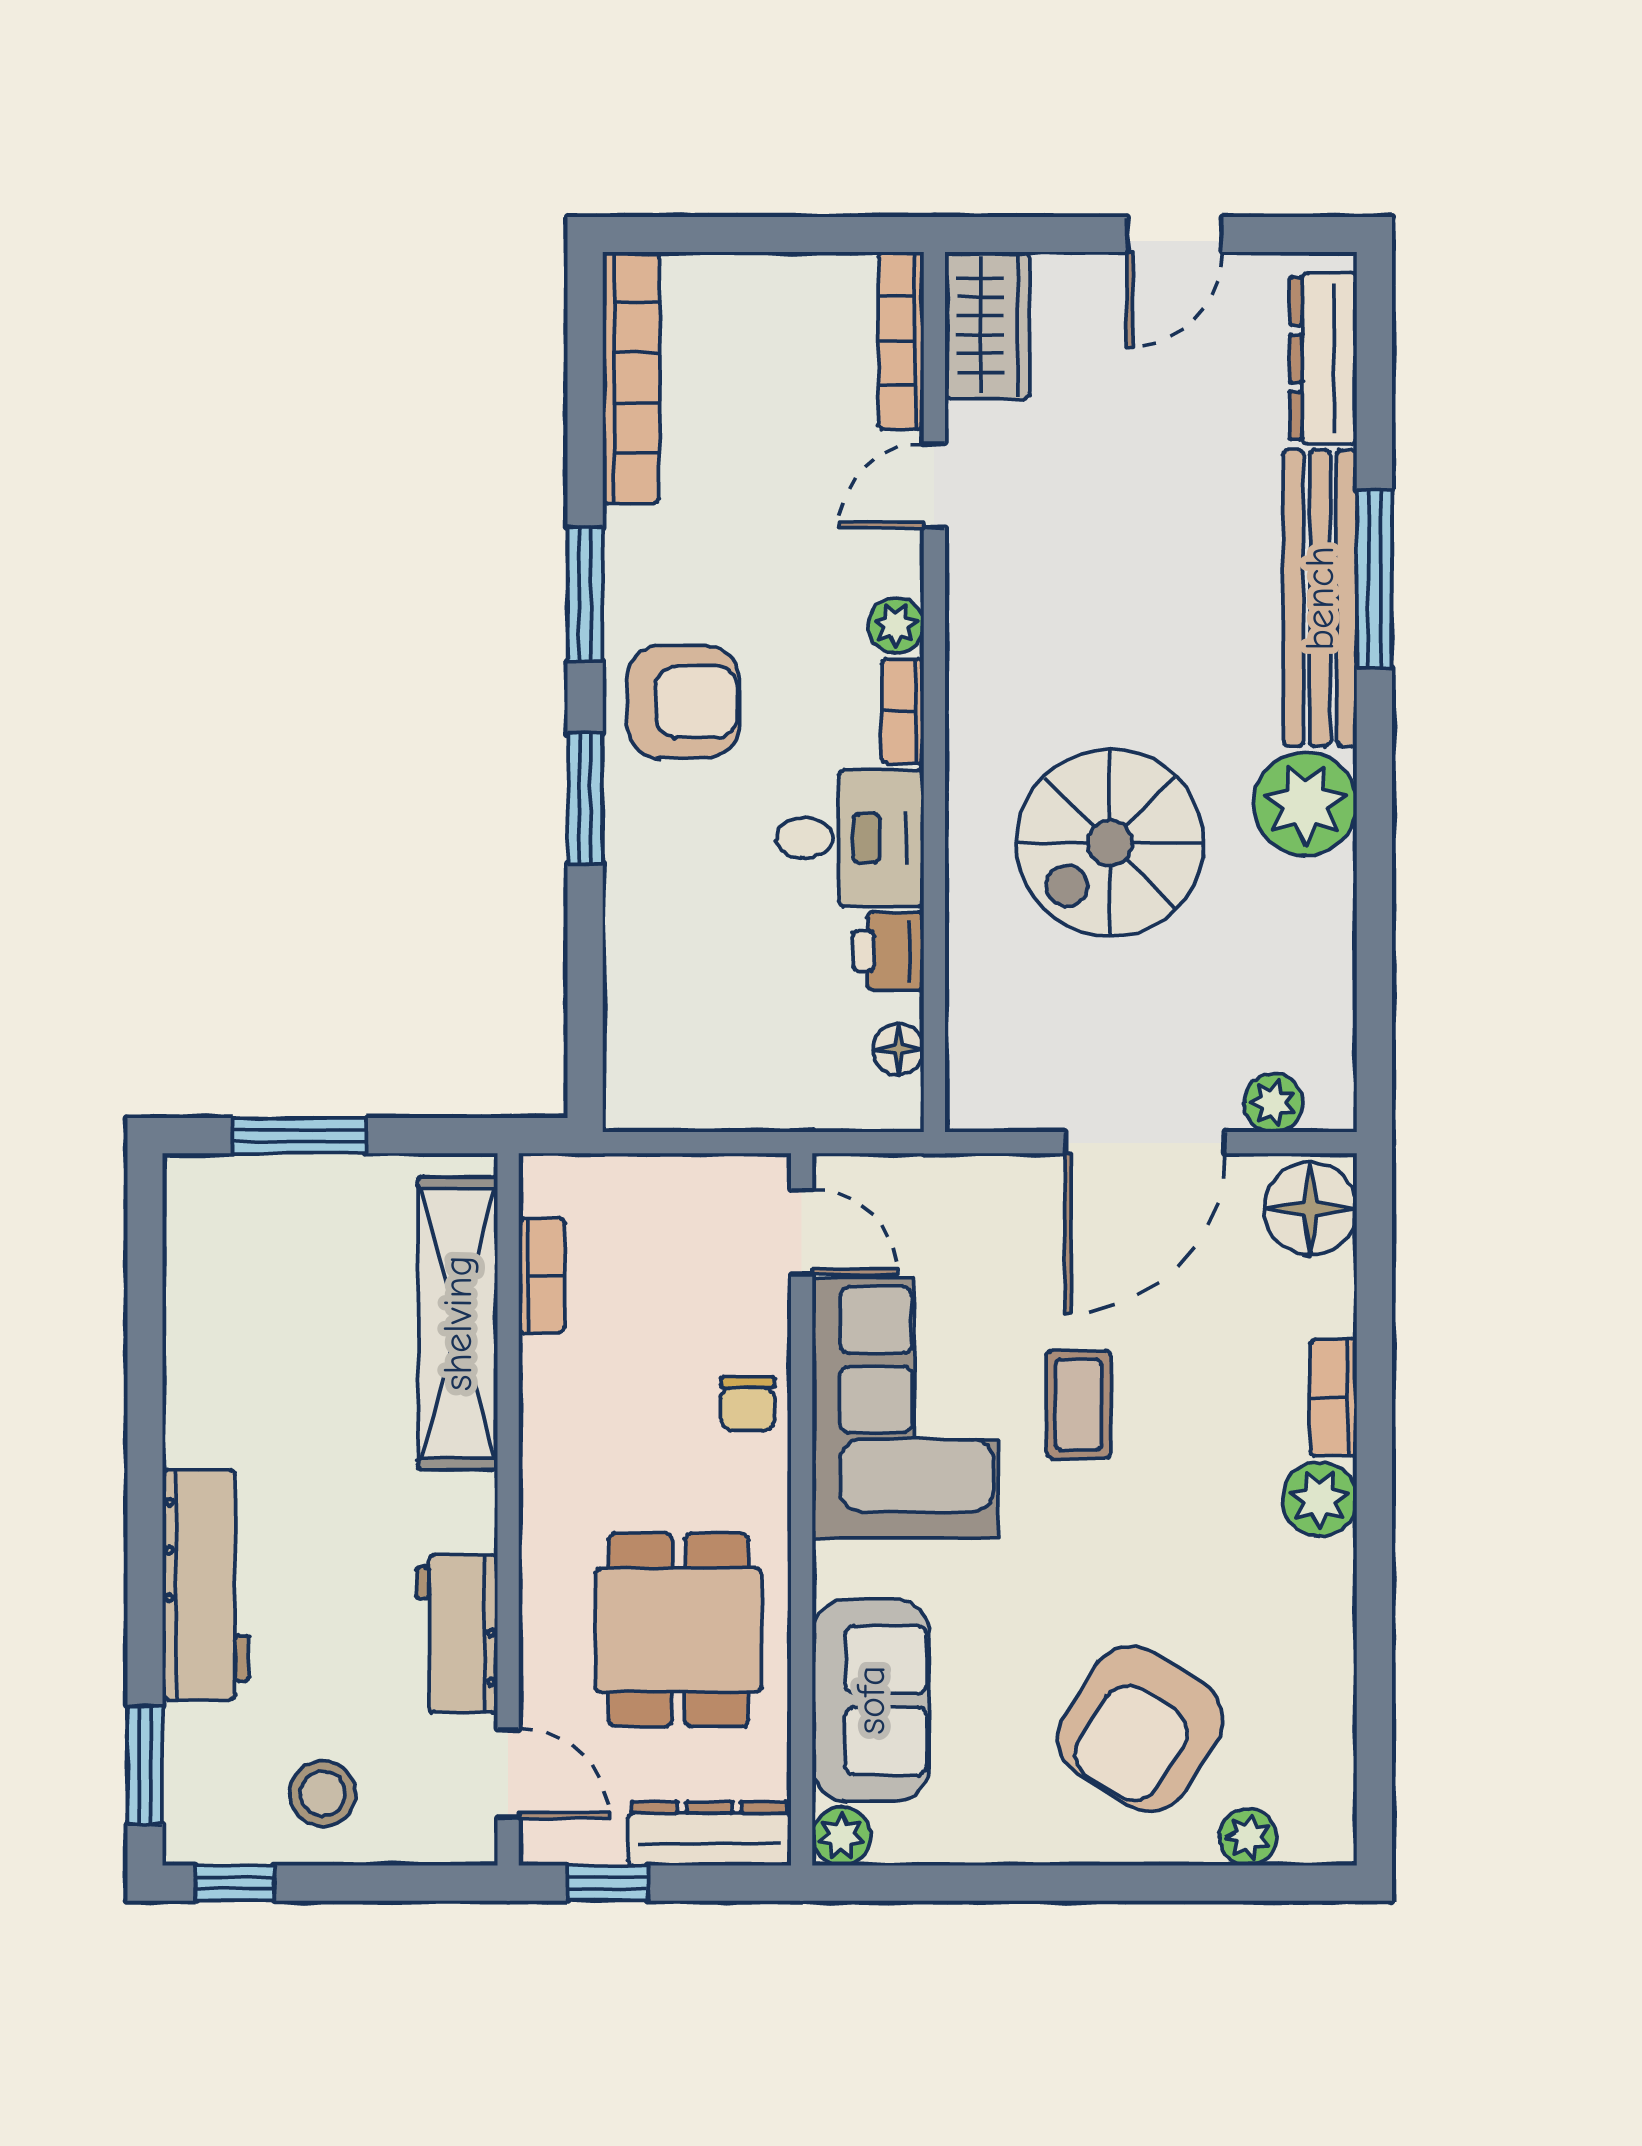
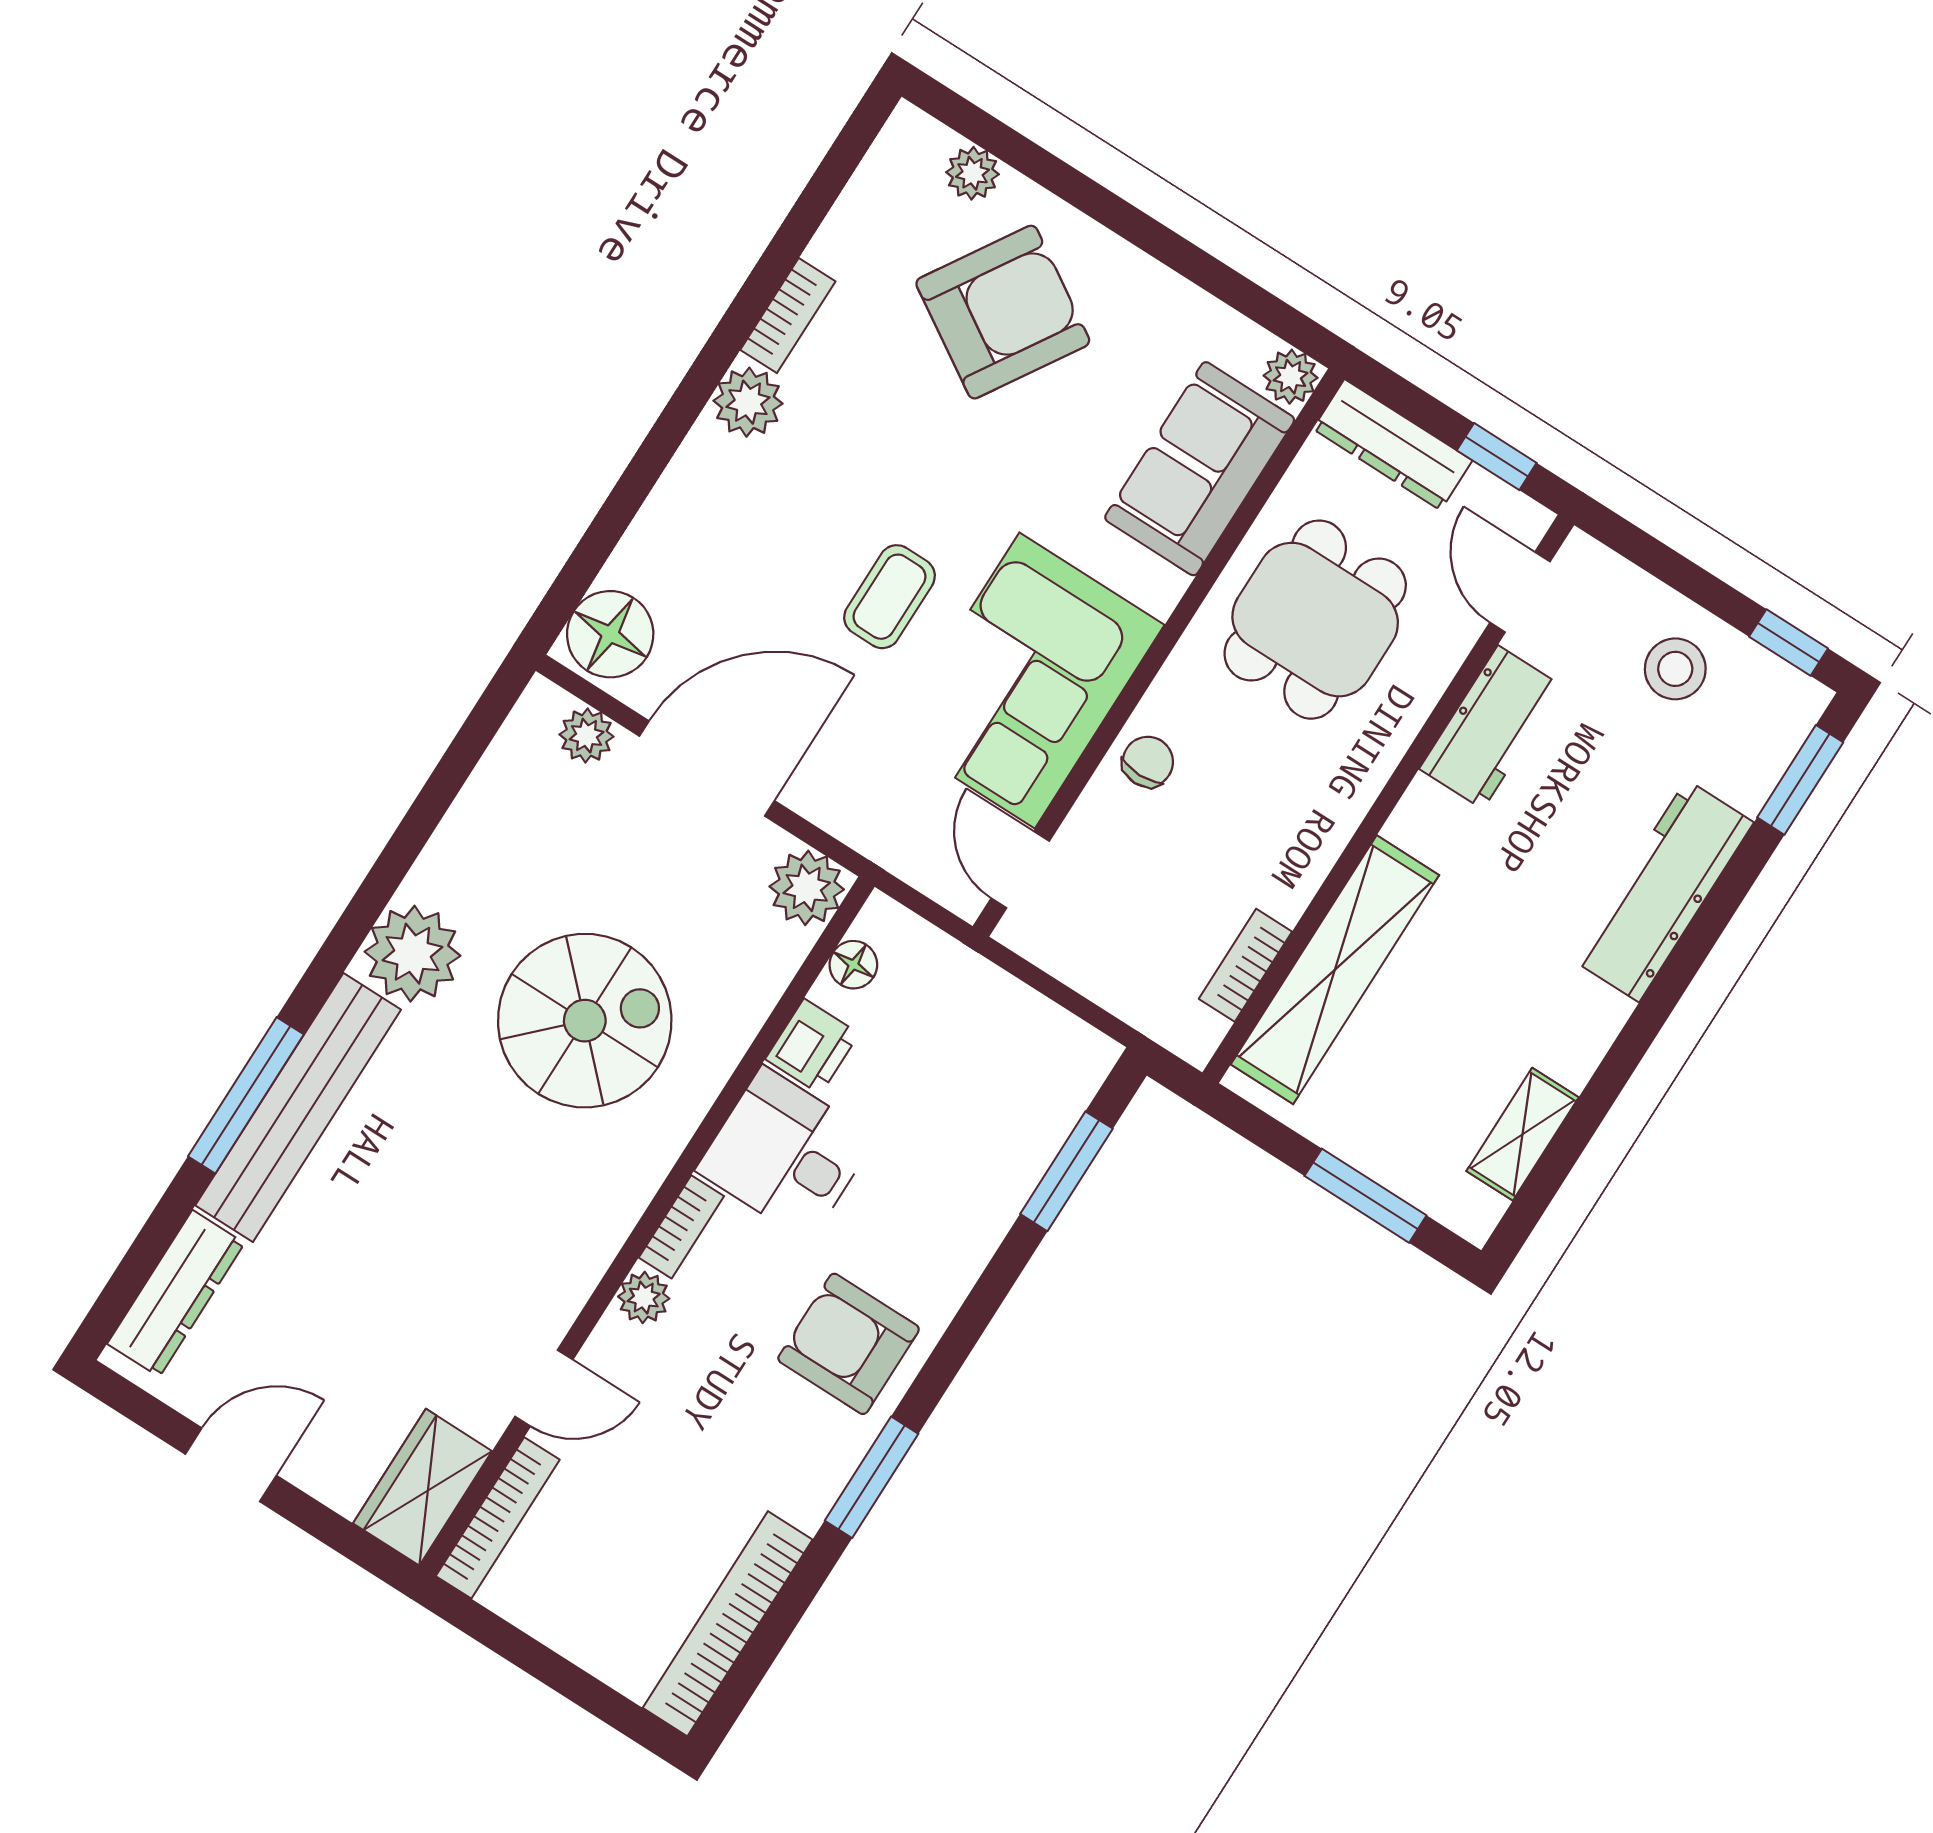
window: (585, 798) -> (1066, 1171), moved
plant: (985, 1092) -> (807, 888), added
shelving: (192, 1282) -> (1523, 1134), added
bookcase: (1333, 1397) -> (788, 316), moved

